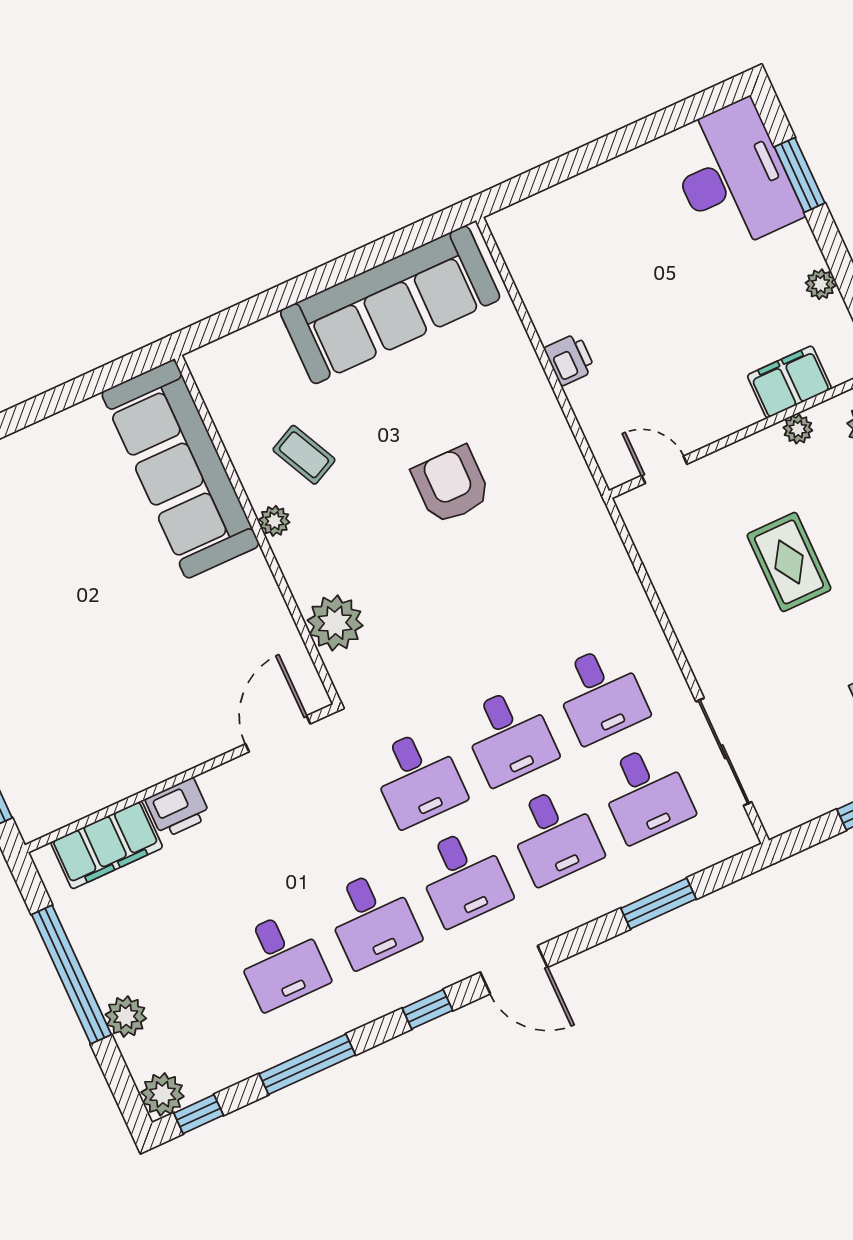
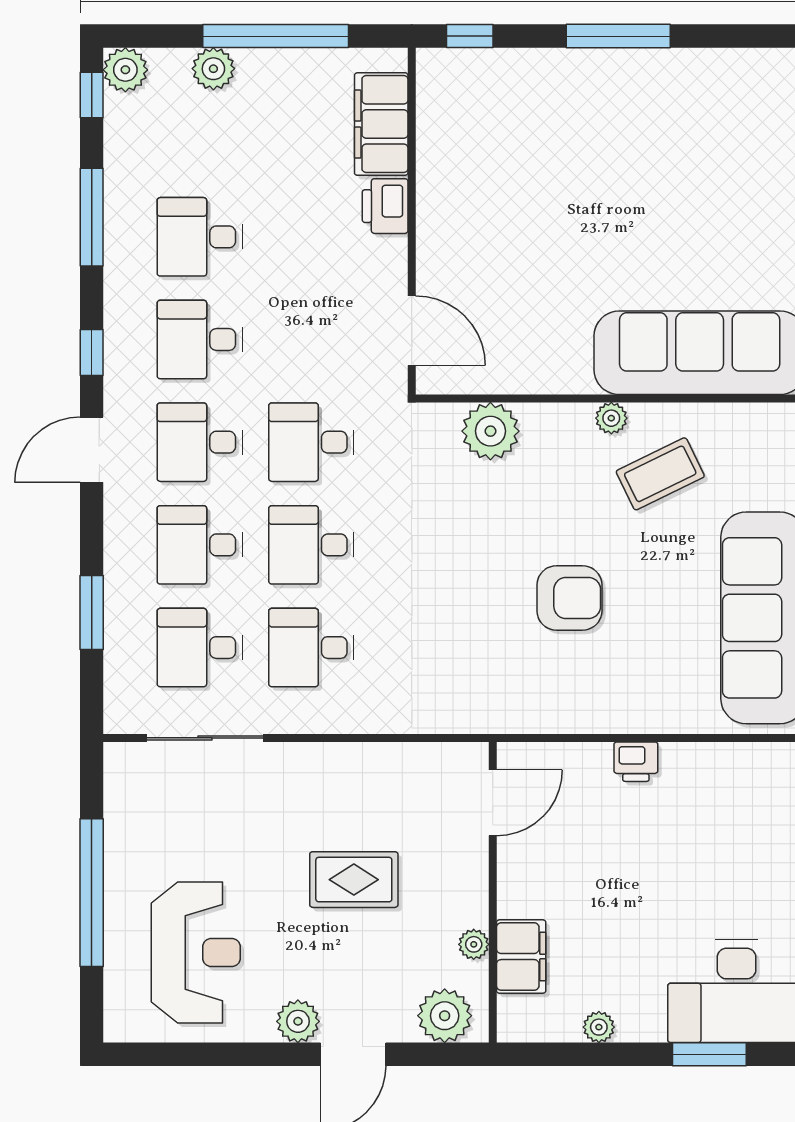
coffee table: (304, 455) -> (660, 474), width x1.36, depth x1.30
door: (664, 470) -> (493, 803), width x1.38

